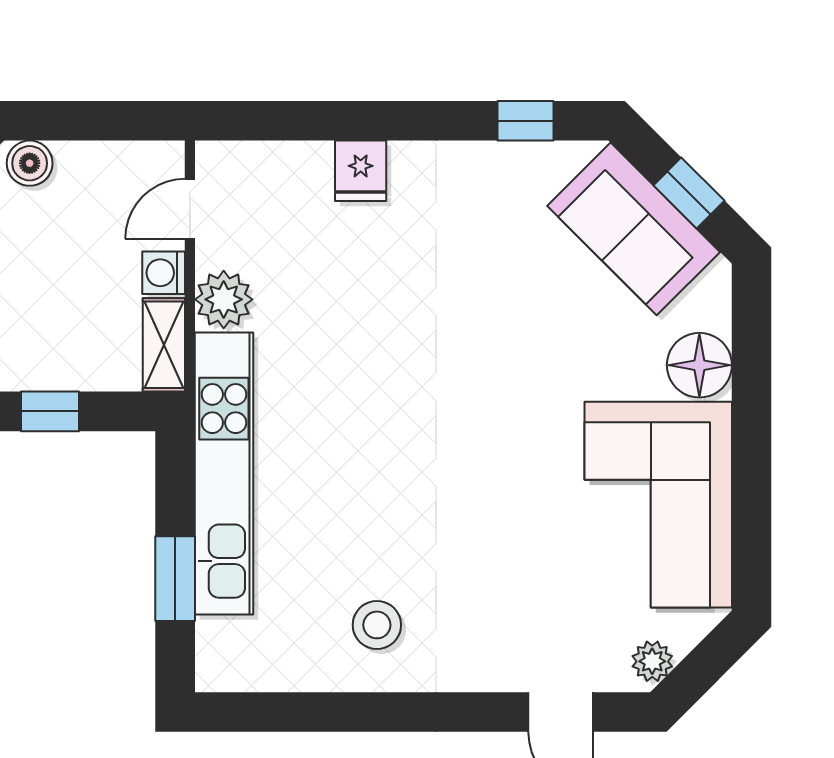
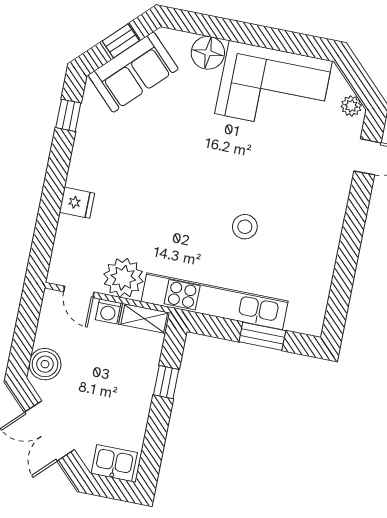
boiler: (30, 163) -> (45, 364), width x1.36, depth x1.36
plant: (224, 299) -> (123, 278), width x1.36, depth x1.36
stool: (377, 625) -> (245, 227), moved

